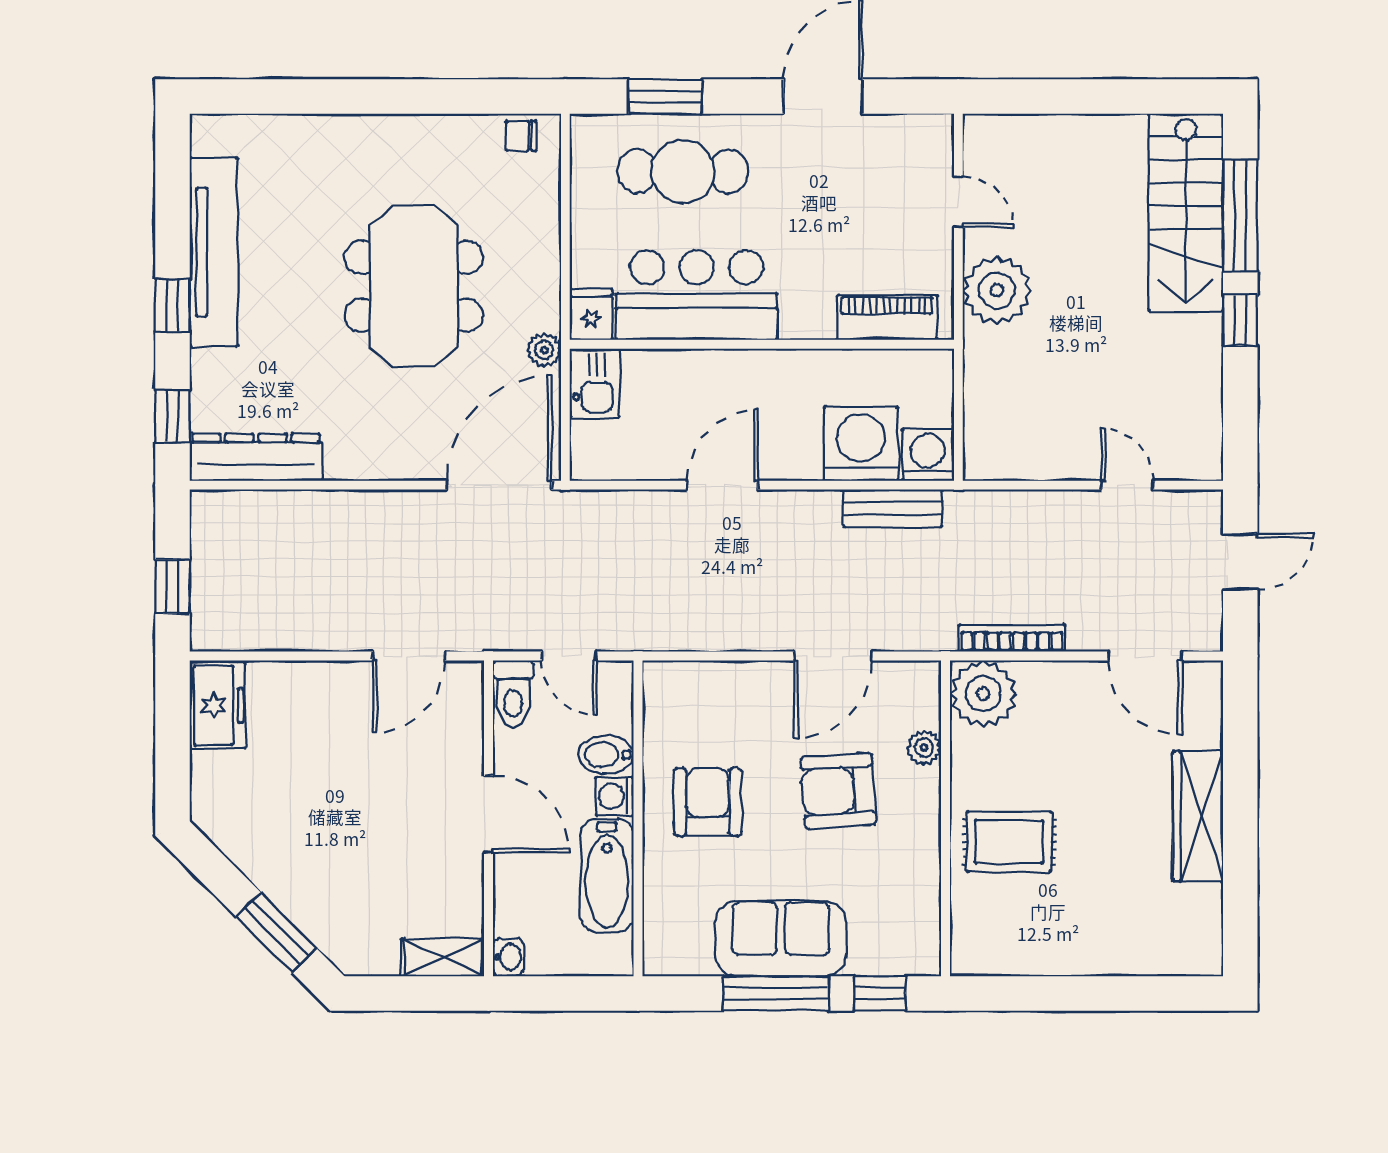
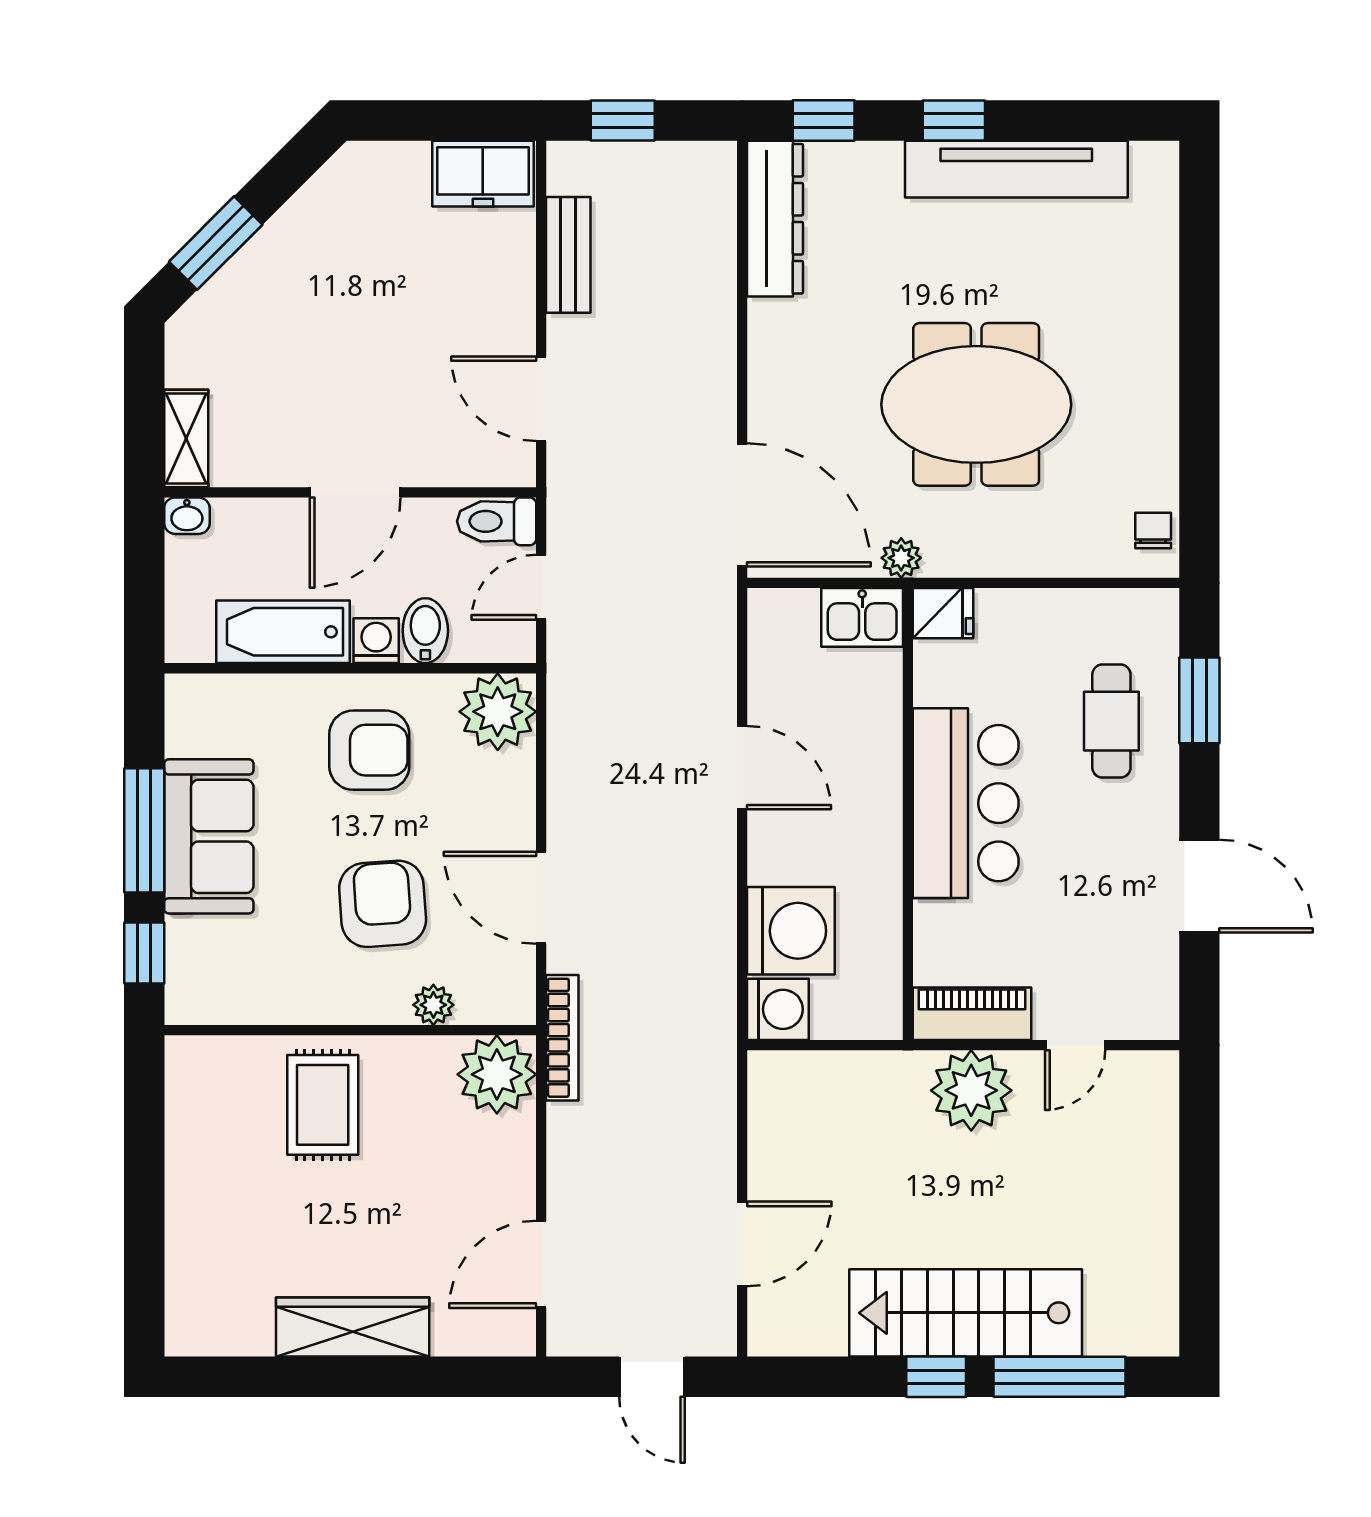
cafe table: (683, 171) -> (1111, 721), width x0.73, depth x0.74
stairs: (1186, 212) -> (966, 1313), moved
bar counter: (697, 295) -> (966, 803), moved
piano: (887, 318) -> (972, 1014), moved, turned -90
door: (1127, 485) -> (742, 1244), width x1.38
bench: (893, 508) -> (568, 255), moved
bookcase: (1012, 638) -> (562, 1038), moved
plant: (675, 693) -> (498, 712), added

